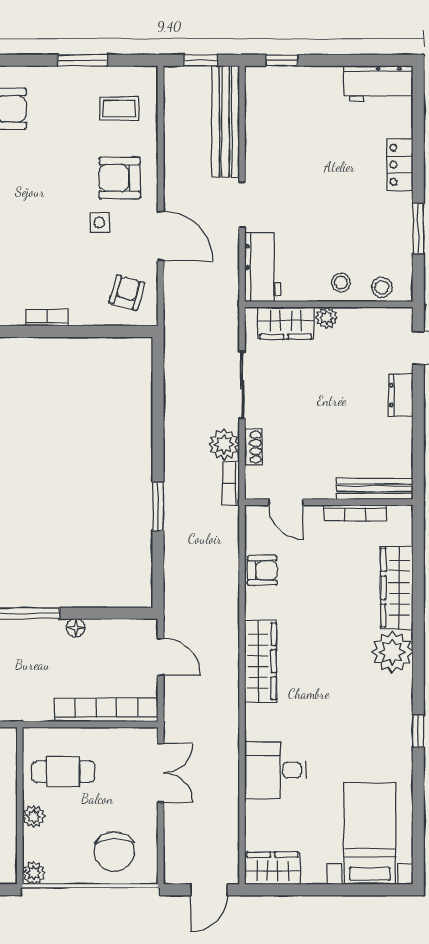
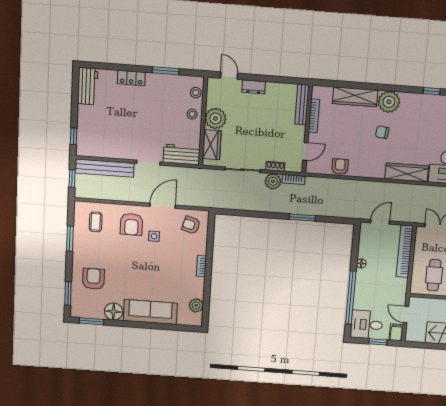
plant: (327, 318) -> (215, 118), width x1.88, depth x1.88
chair: (334, 645) -> (382, 132), added
wardrobe: (260, 661) -> (407, 172), moved

